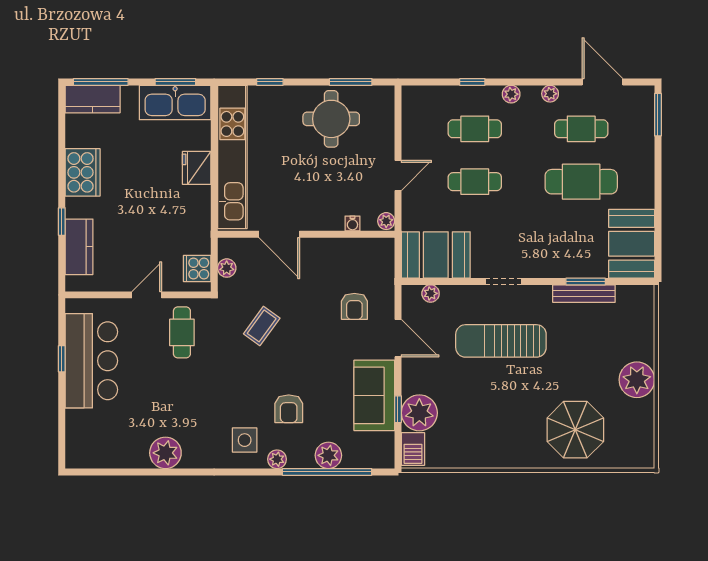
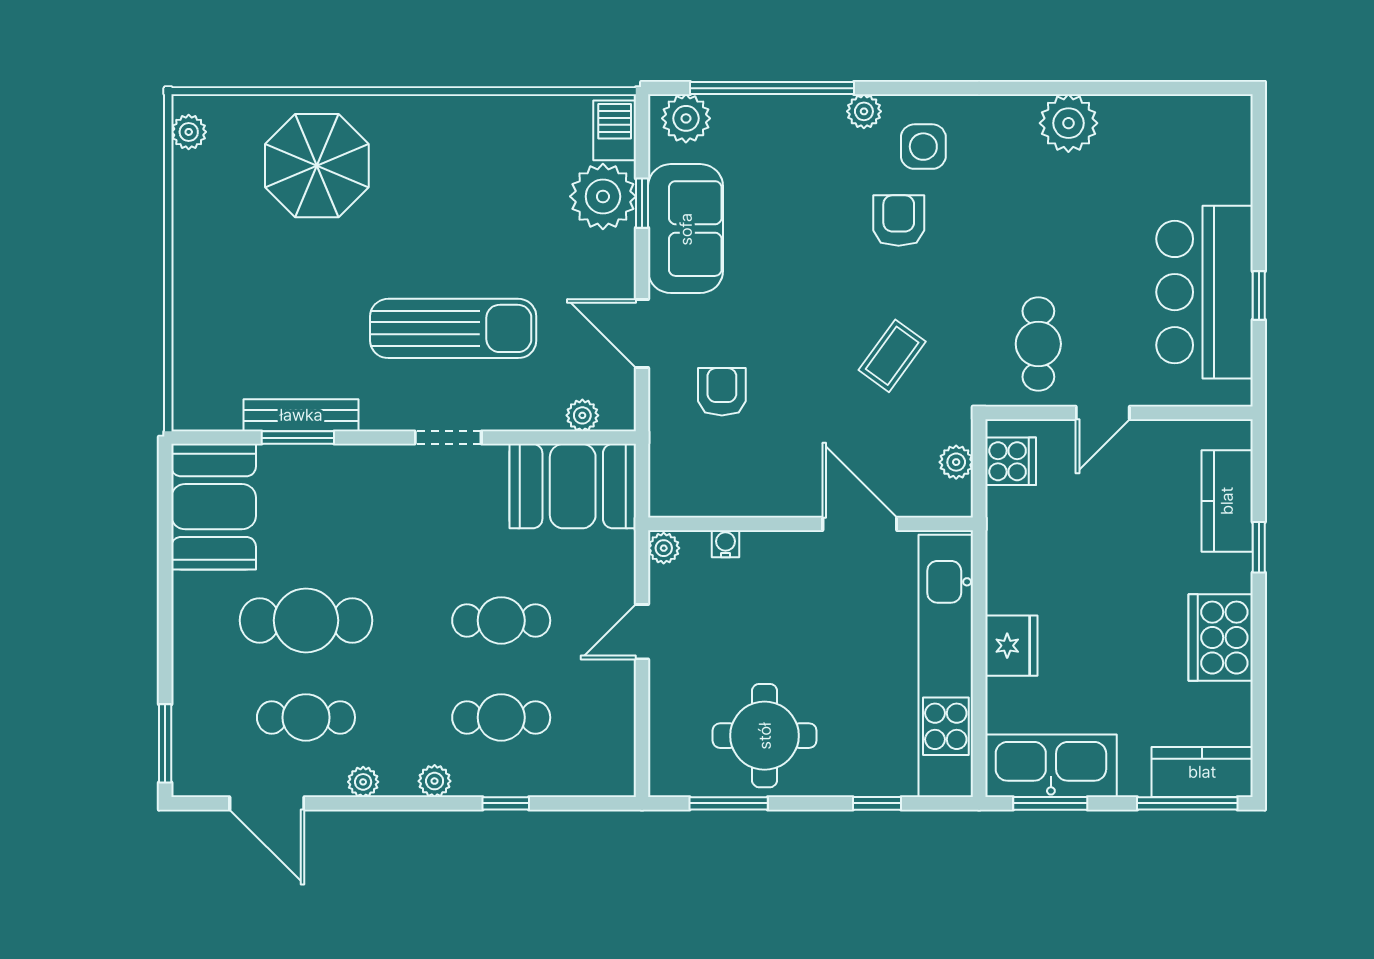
plant: (637, 380) -> (189, 132), moved, width x0.53, depth x0.53
armchair: (289, 409) -> (899, 221), moved
plant: (328, 455) -> (686, 118), moved

